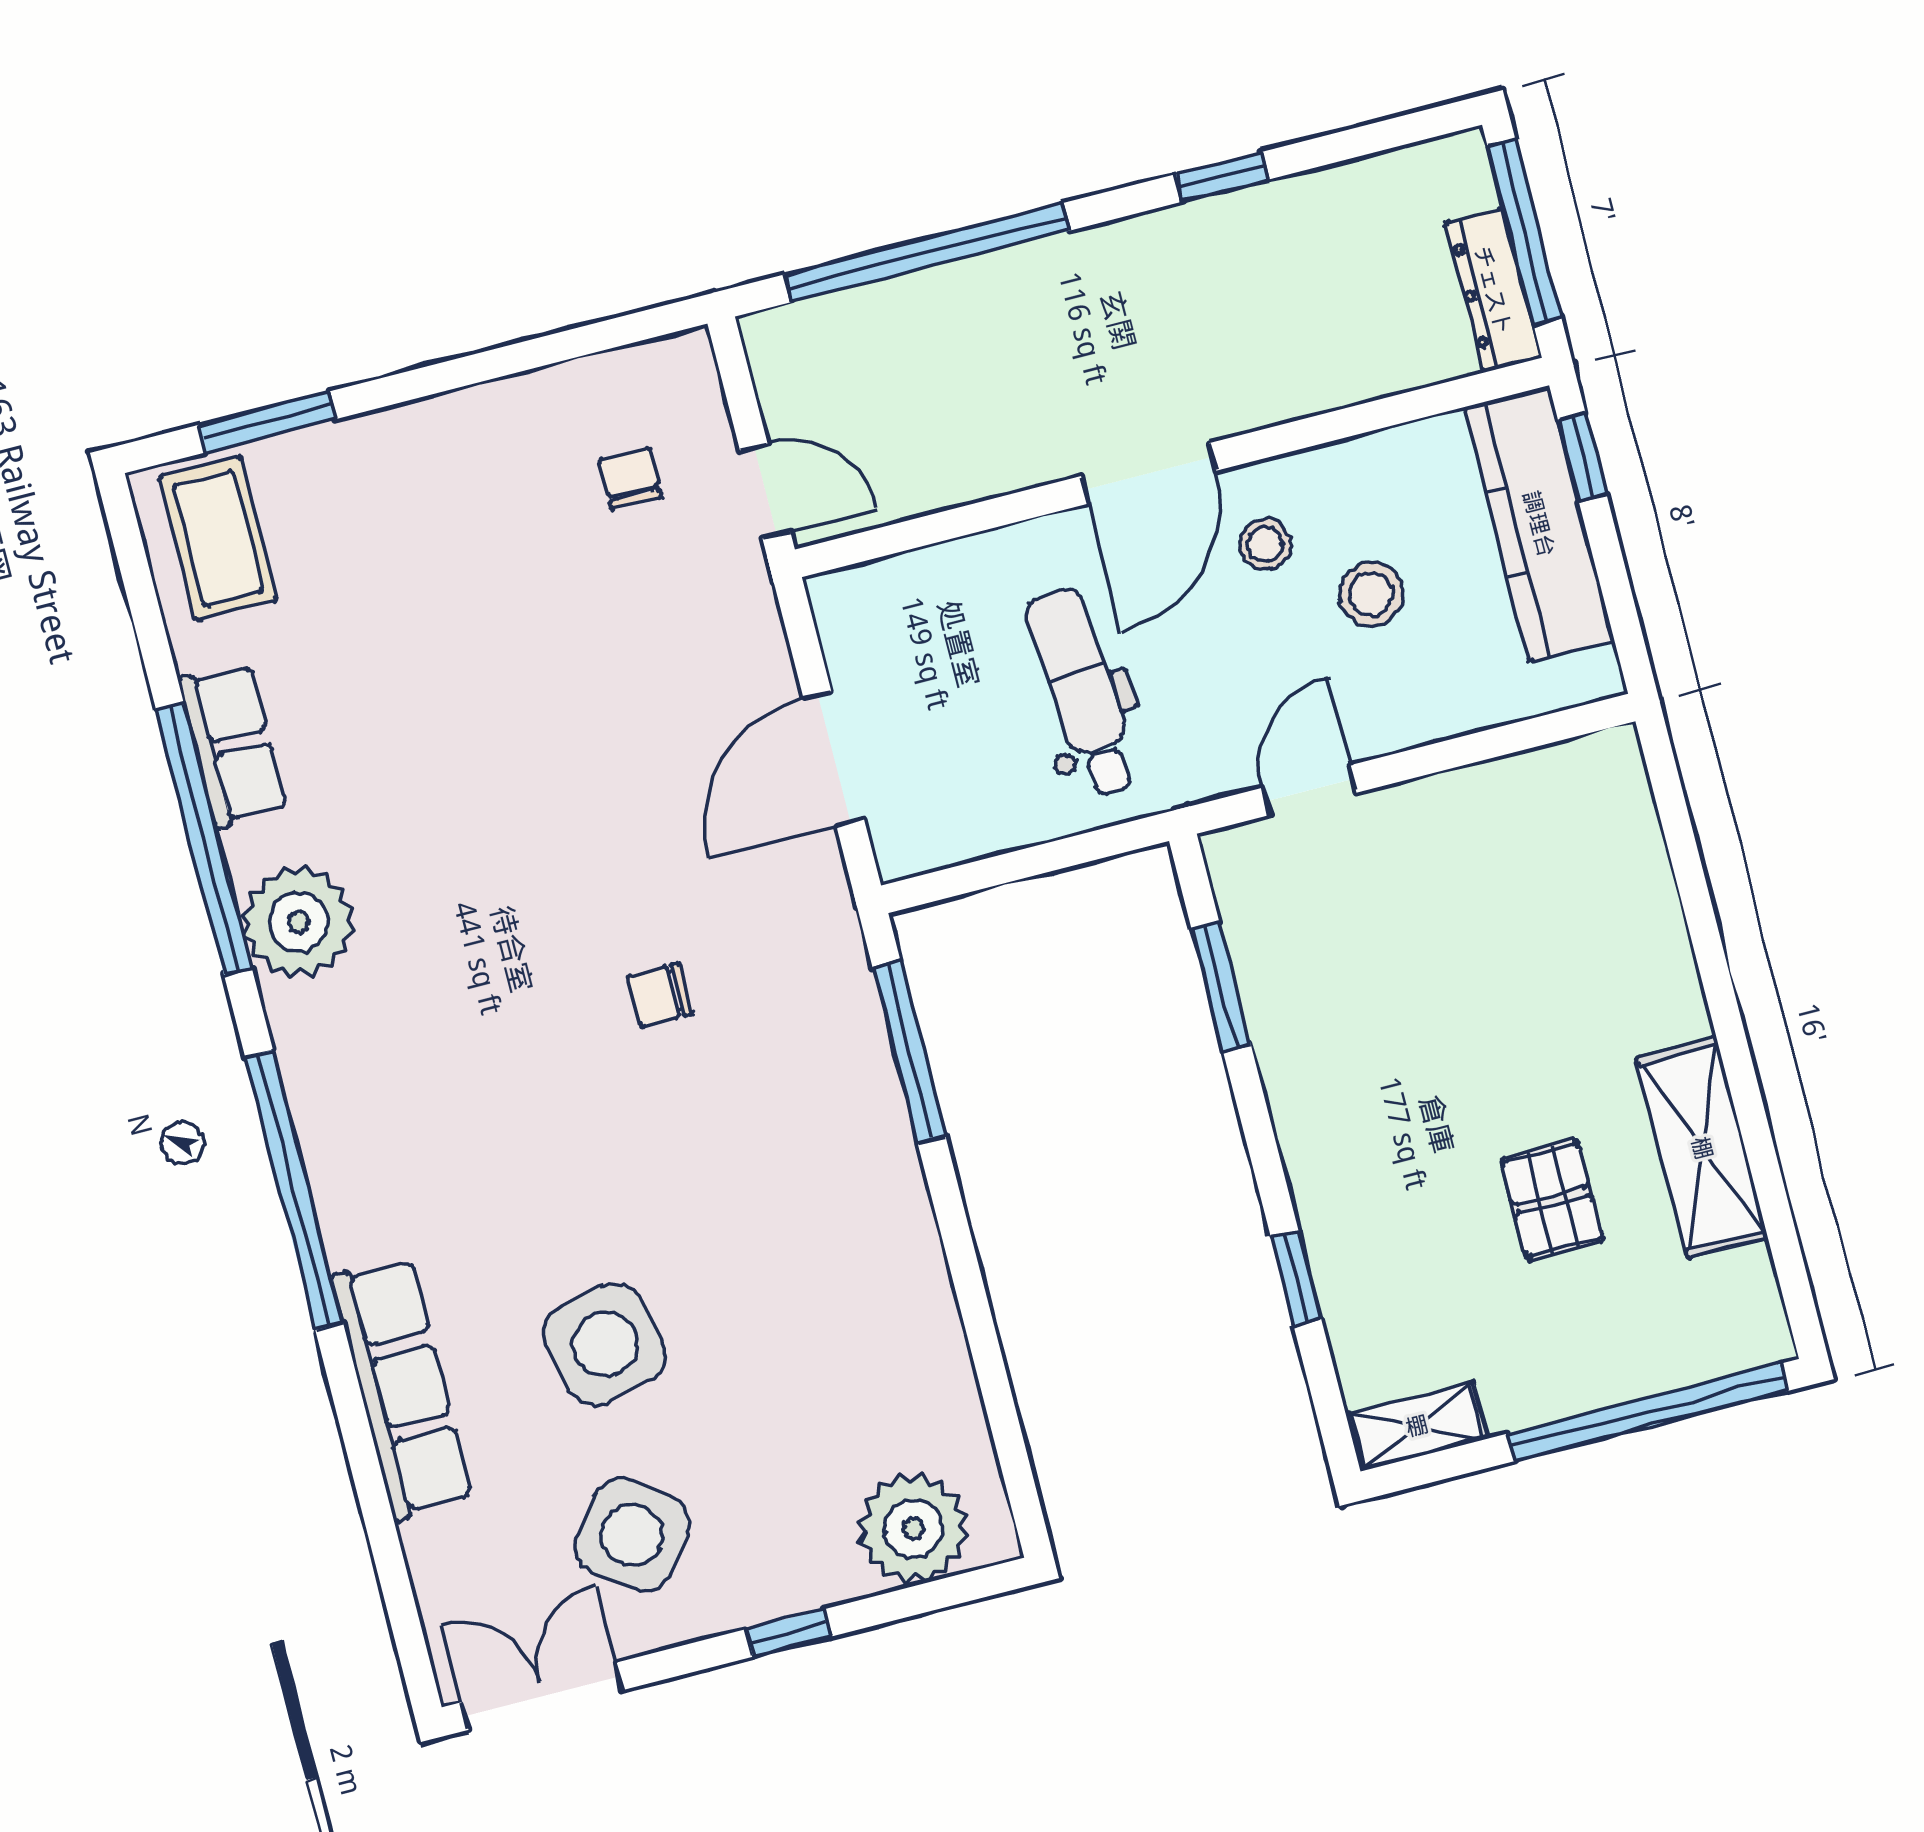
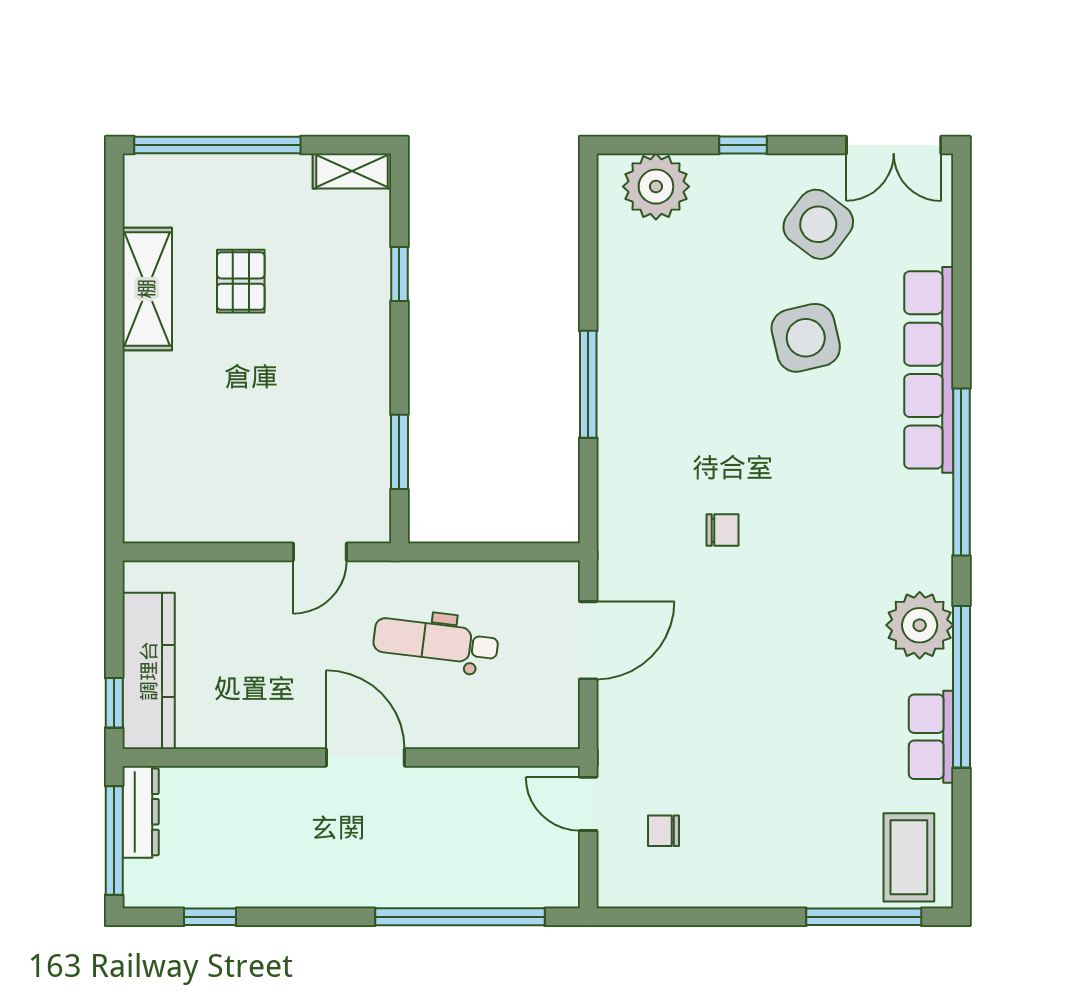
window: (1222, 177) -> (210, 917), moved
window: (267, 422) -> (864, 917), width x1.44
door: (1149, 473) -> (365, 757), hinge flipped
chair: (631, 479) -> (664, 831), turned 89
stool: (1265, 544) -> (309, 700), removed
stool: (1371, 594) -> (256, 655), removed
dental chair: (1082, 692) -> (436, 641), turned 101
window: (909, 1052) -> (588, 384), moved
row of seats: (402, 1388) -> (929, 370), width x1.36

